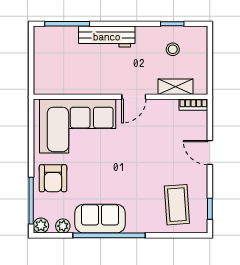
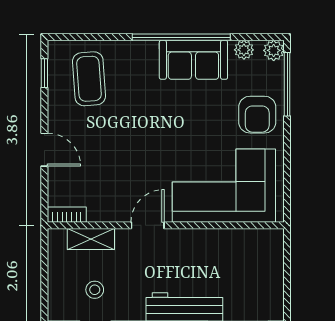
armchair: (53, 178) -> (257, 115), turned 180

